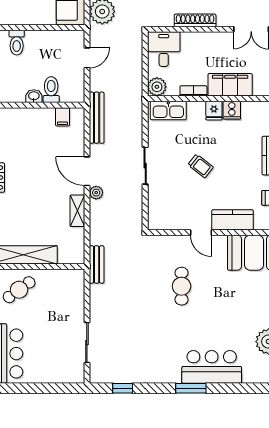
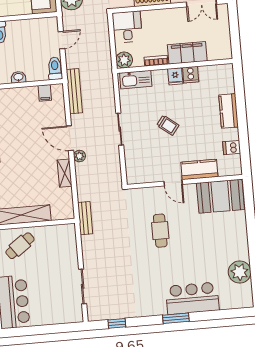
toilet: (51, 90) -> (55, 68), moved

